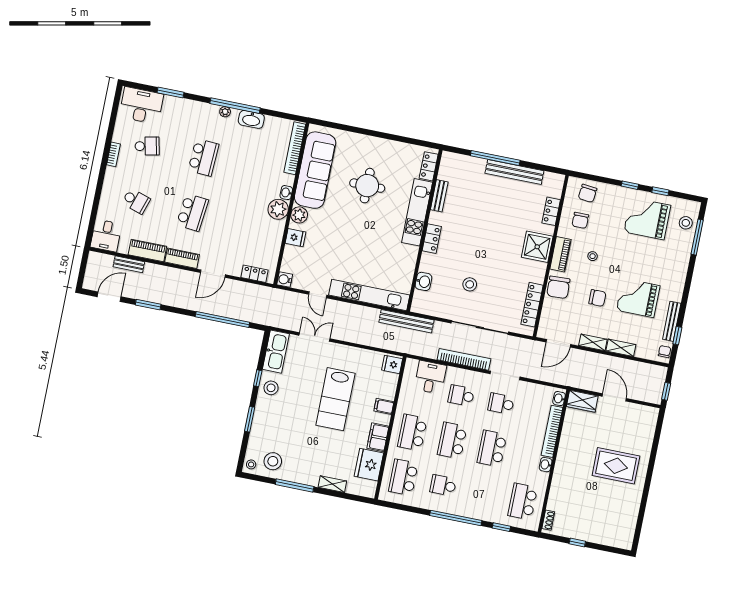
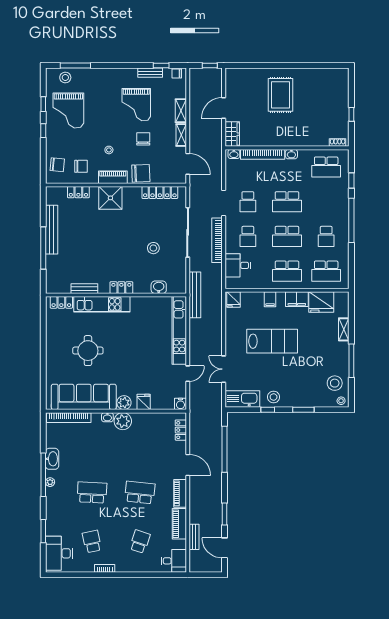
bench: (672, 321) -> (150, 73), width x0.73

